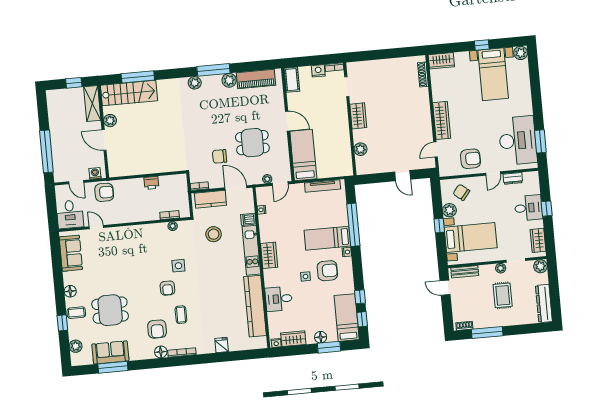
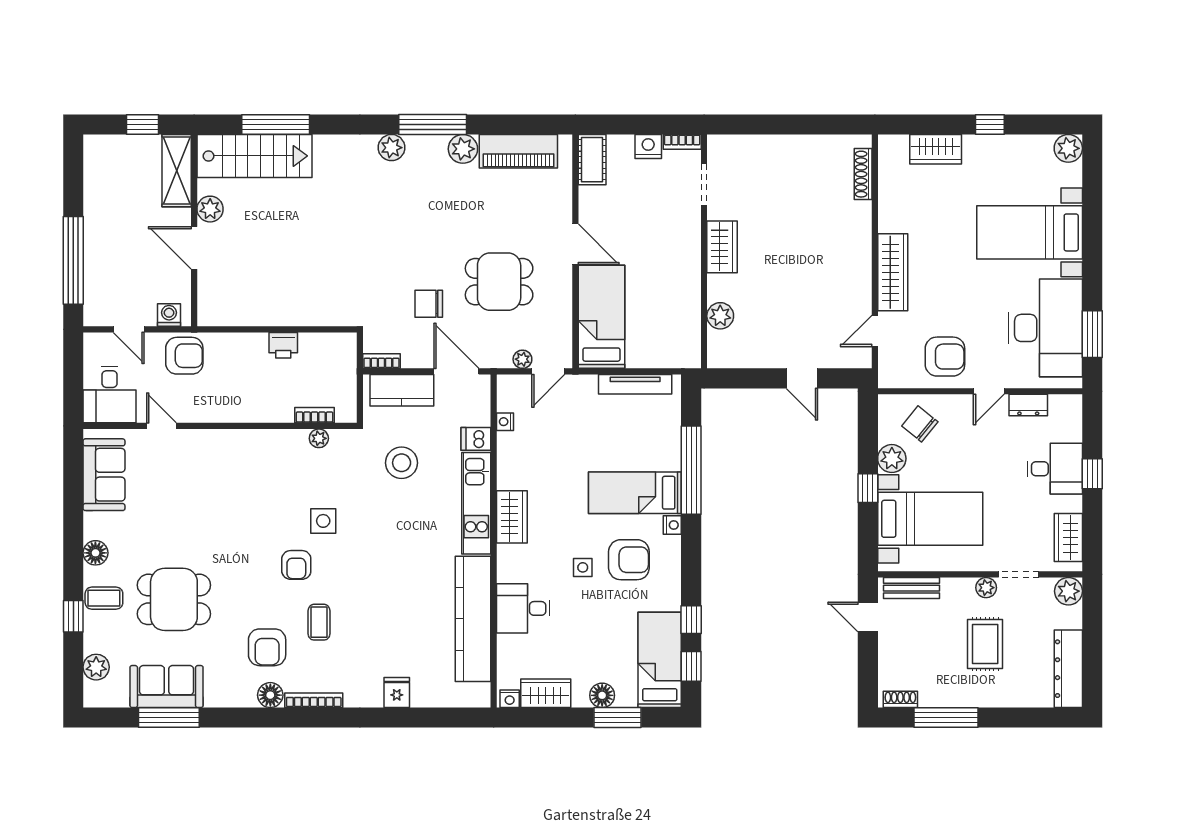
wardrobe: (441, 61) -> (936, 149), moved
bed with nightstands: (493, 74) -> (1030, 232), moved, turned 90

